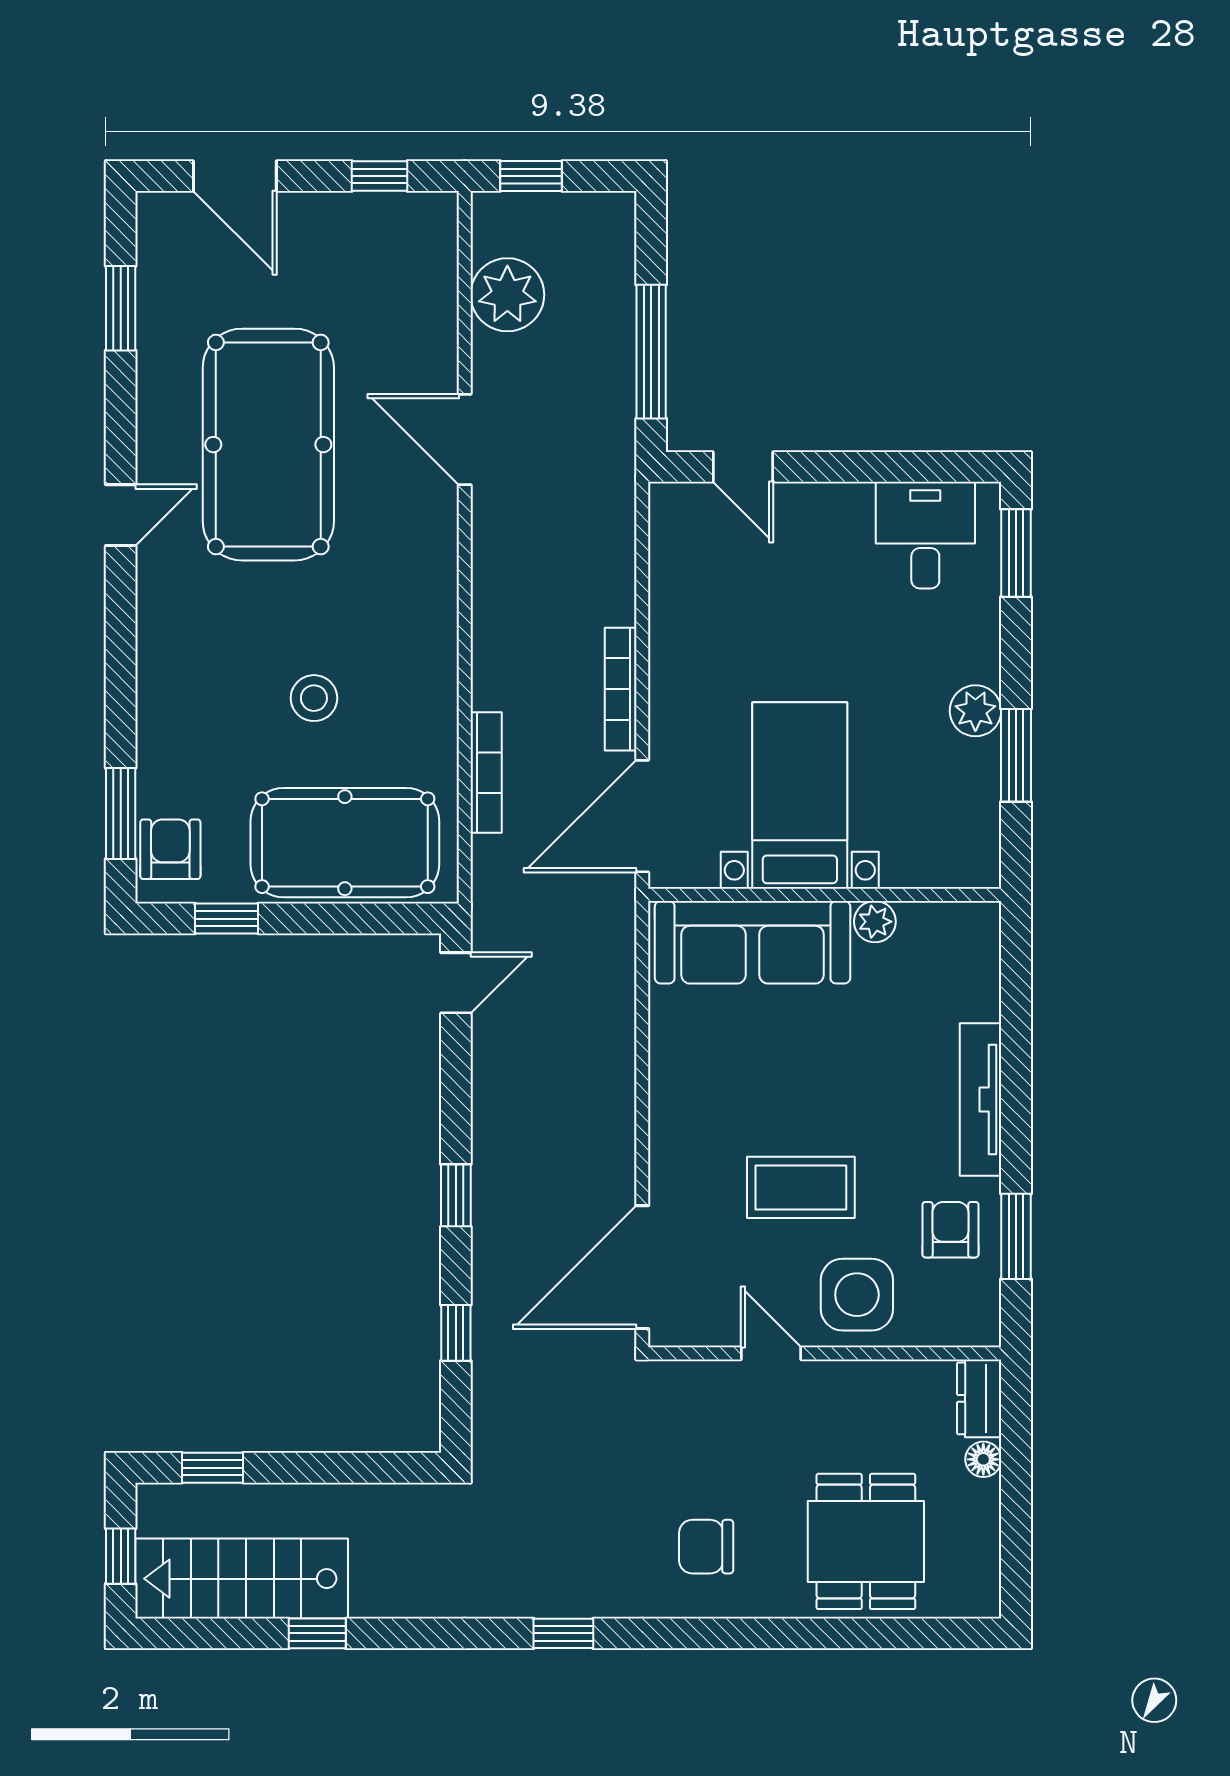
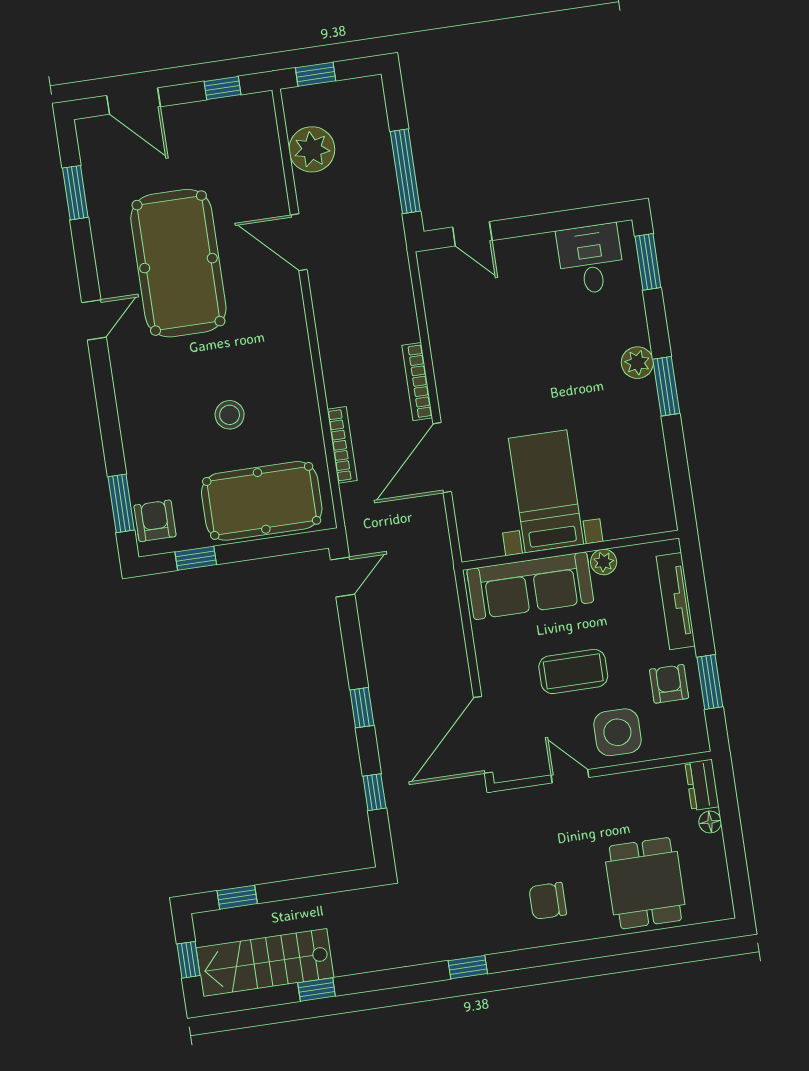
bed with nightstands: (800, 796) -> (546, 491), moved
wall: (825, 895) -> (570, 550), moved
plant: (875, 922) -> (604, 562), moved
sofa: (753, 942) -> (530, 586), moved

